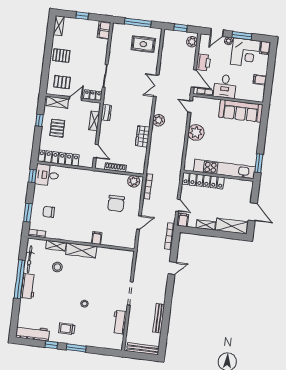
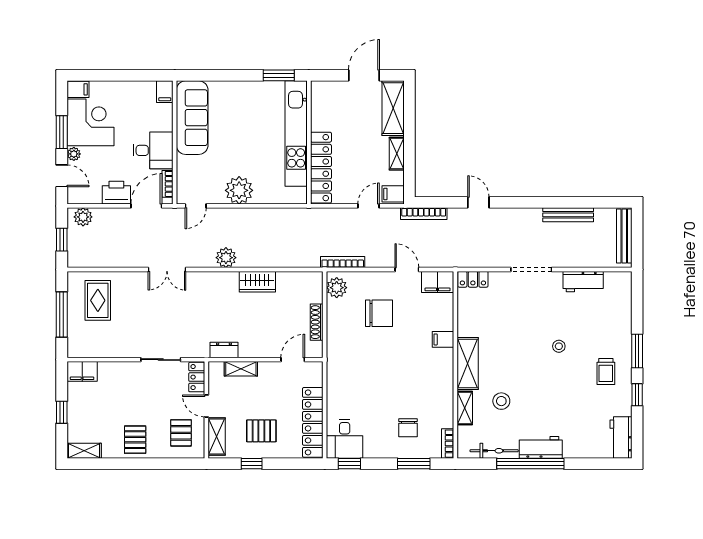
filing cabinet: (260, 80) -> (165, 92), moved
filing cabinet: (130, 239) -> (438, 282), added
locker: (129, 259) -> (473, 279), added
workbench: (33, 333) -> (621, 437), width x0.73

